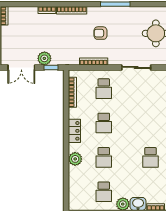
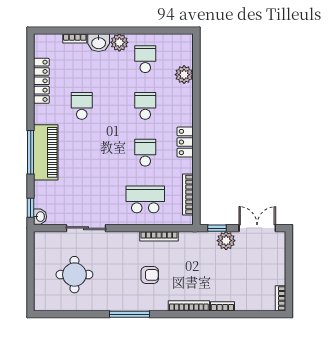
sliding door: (136, 67) -> (86, 228), moved
school desk: (104, 89) -> (145, 199), width x1.85
plant: (75, 159) -> (184, 75), moved

